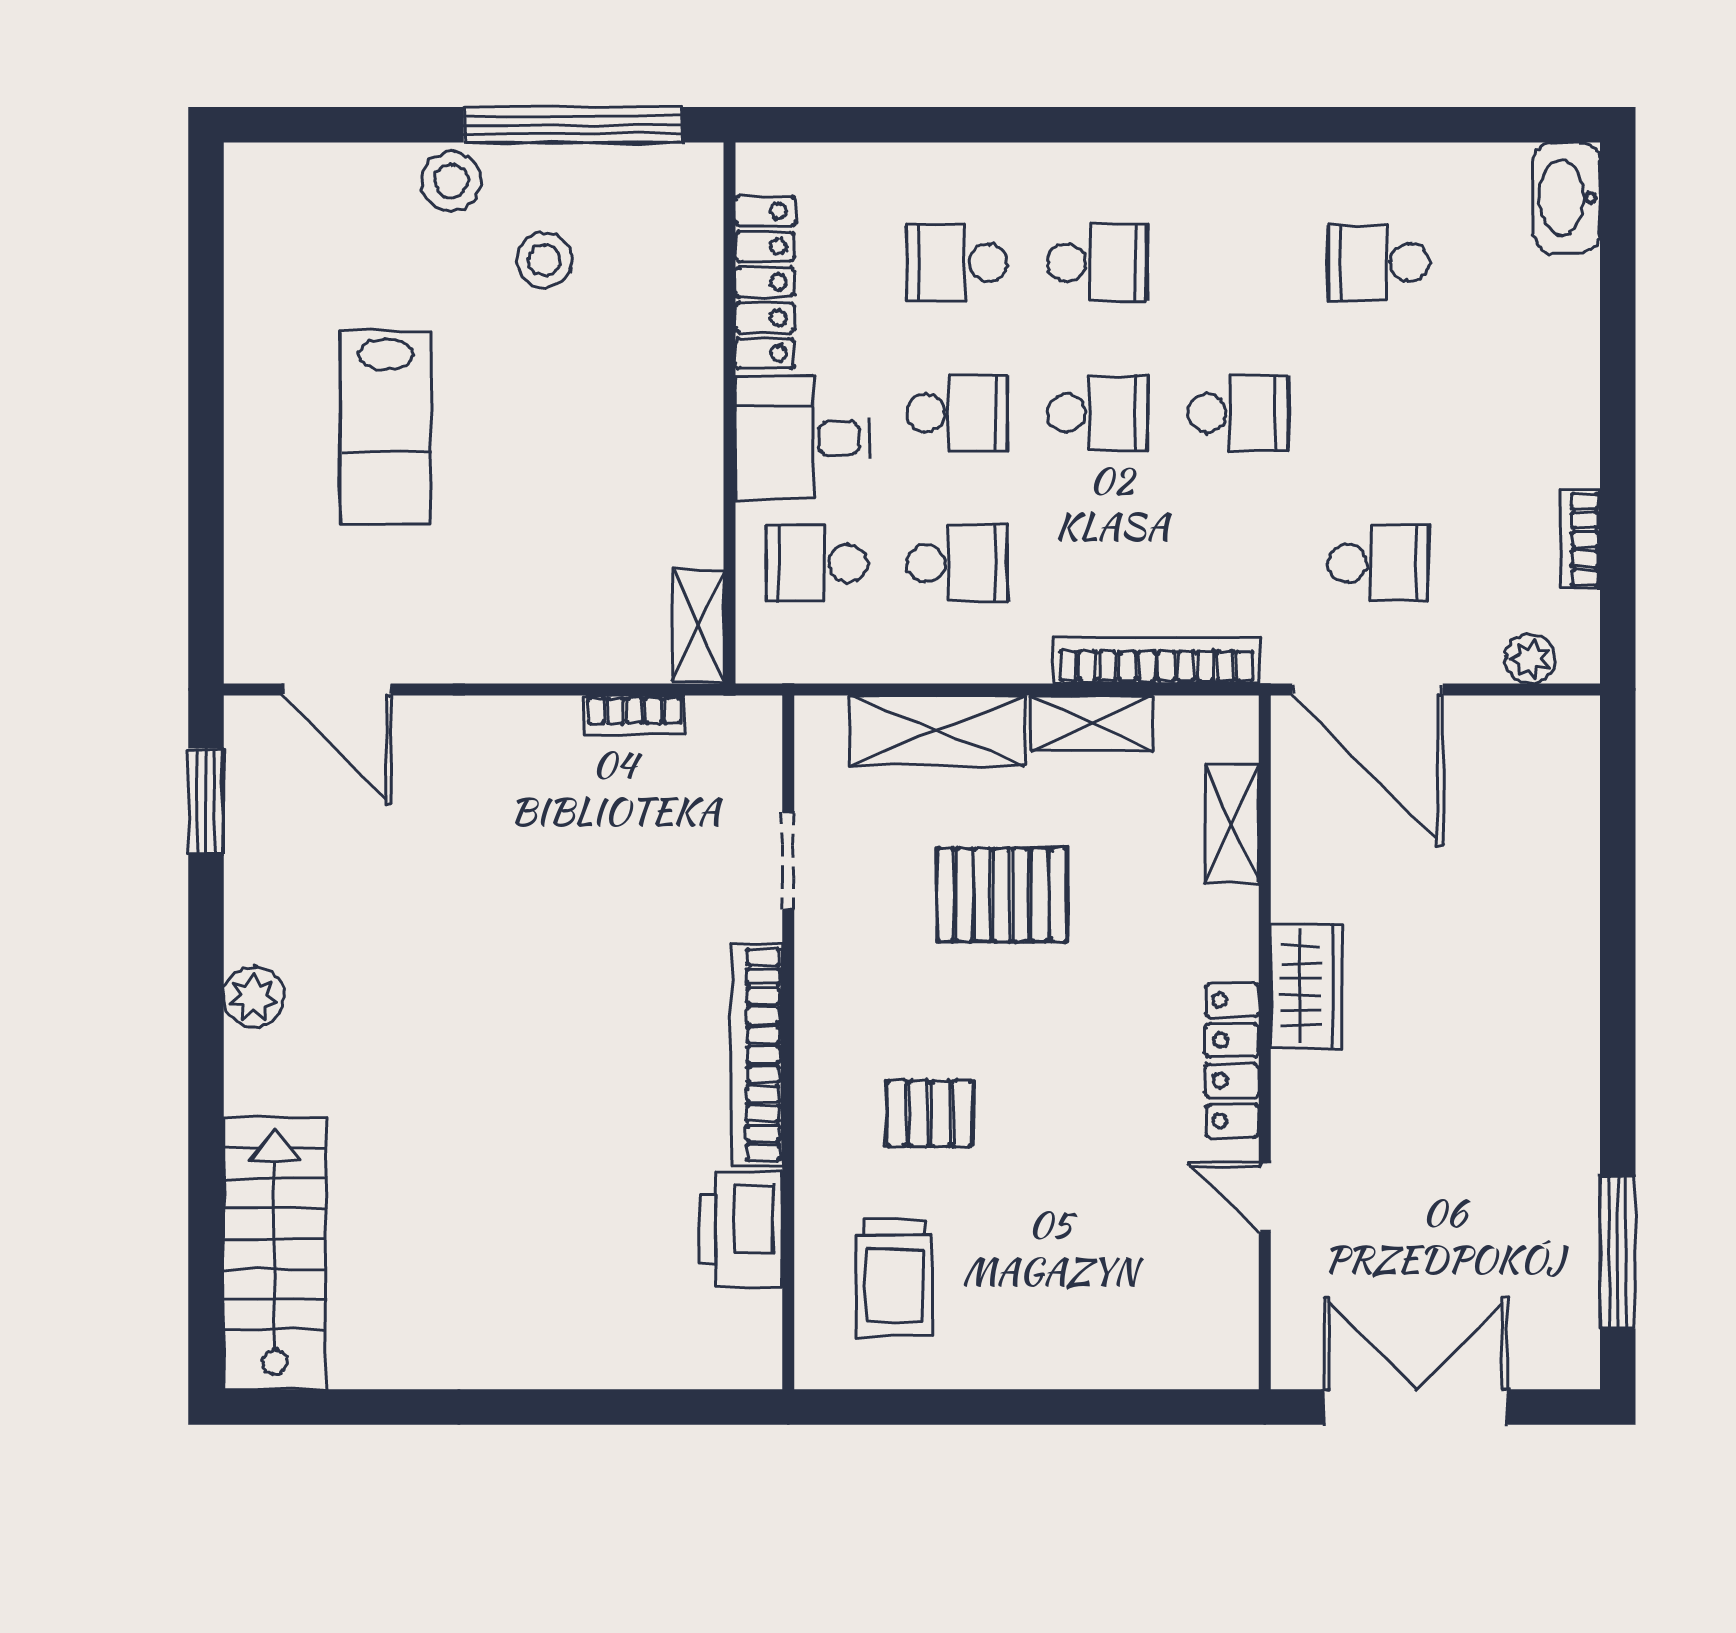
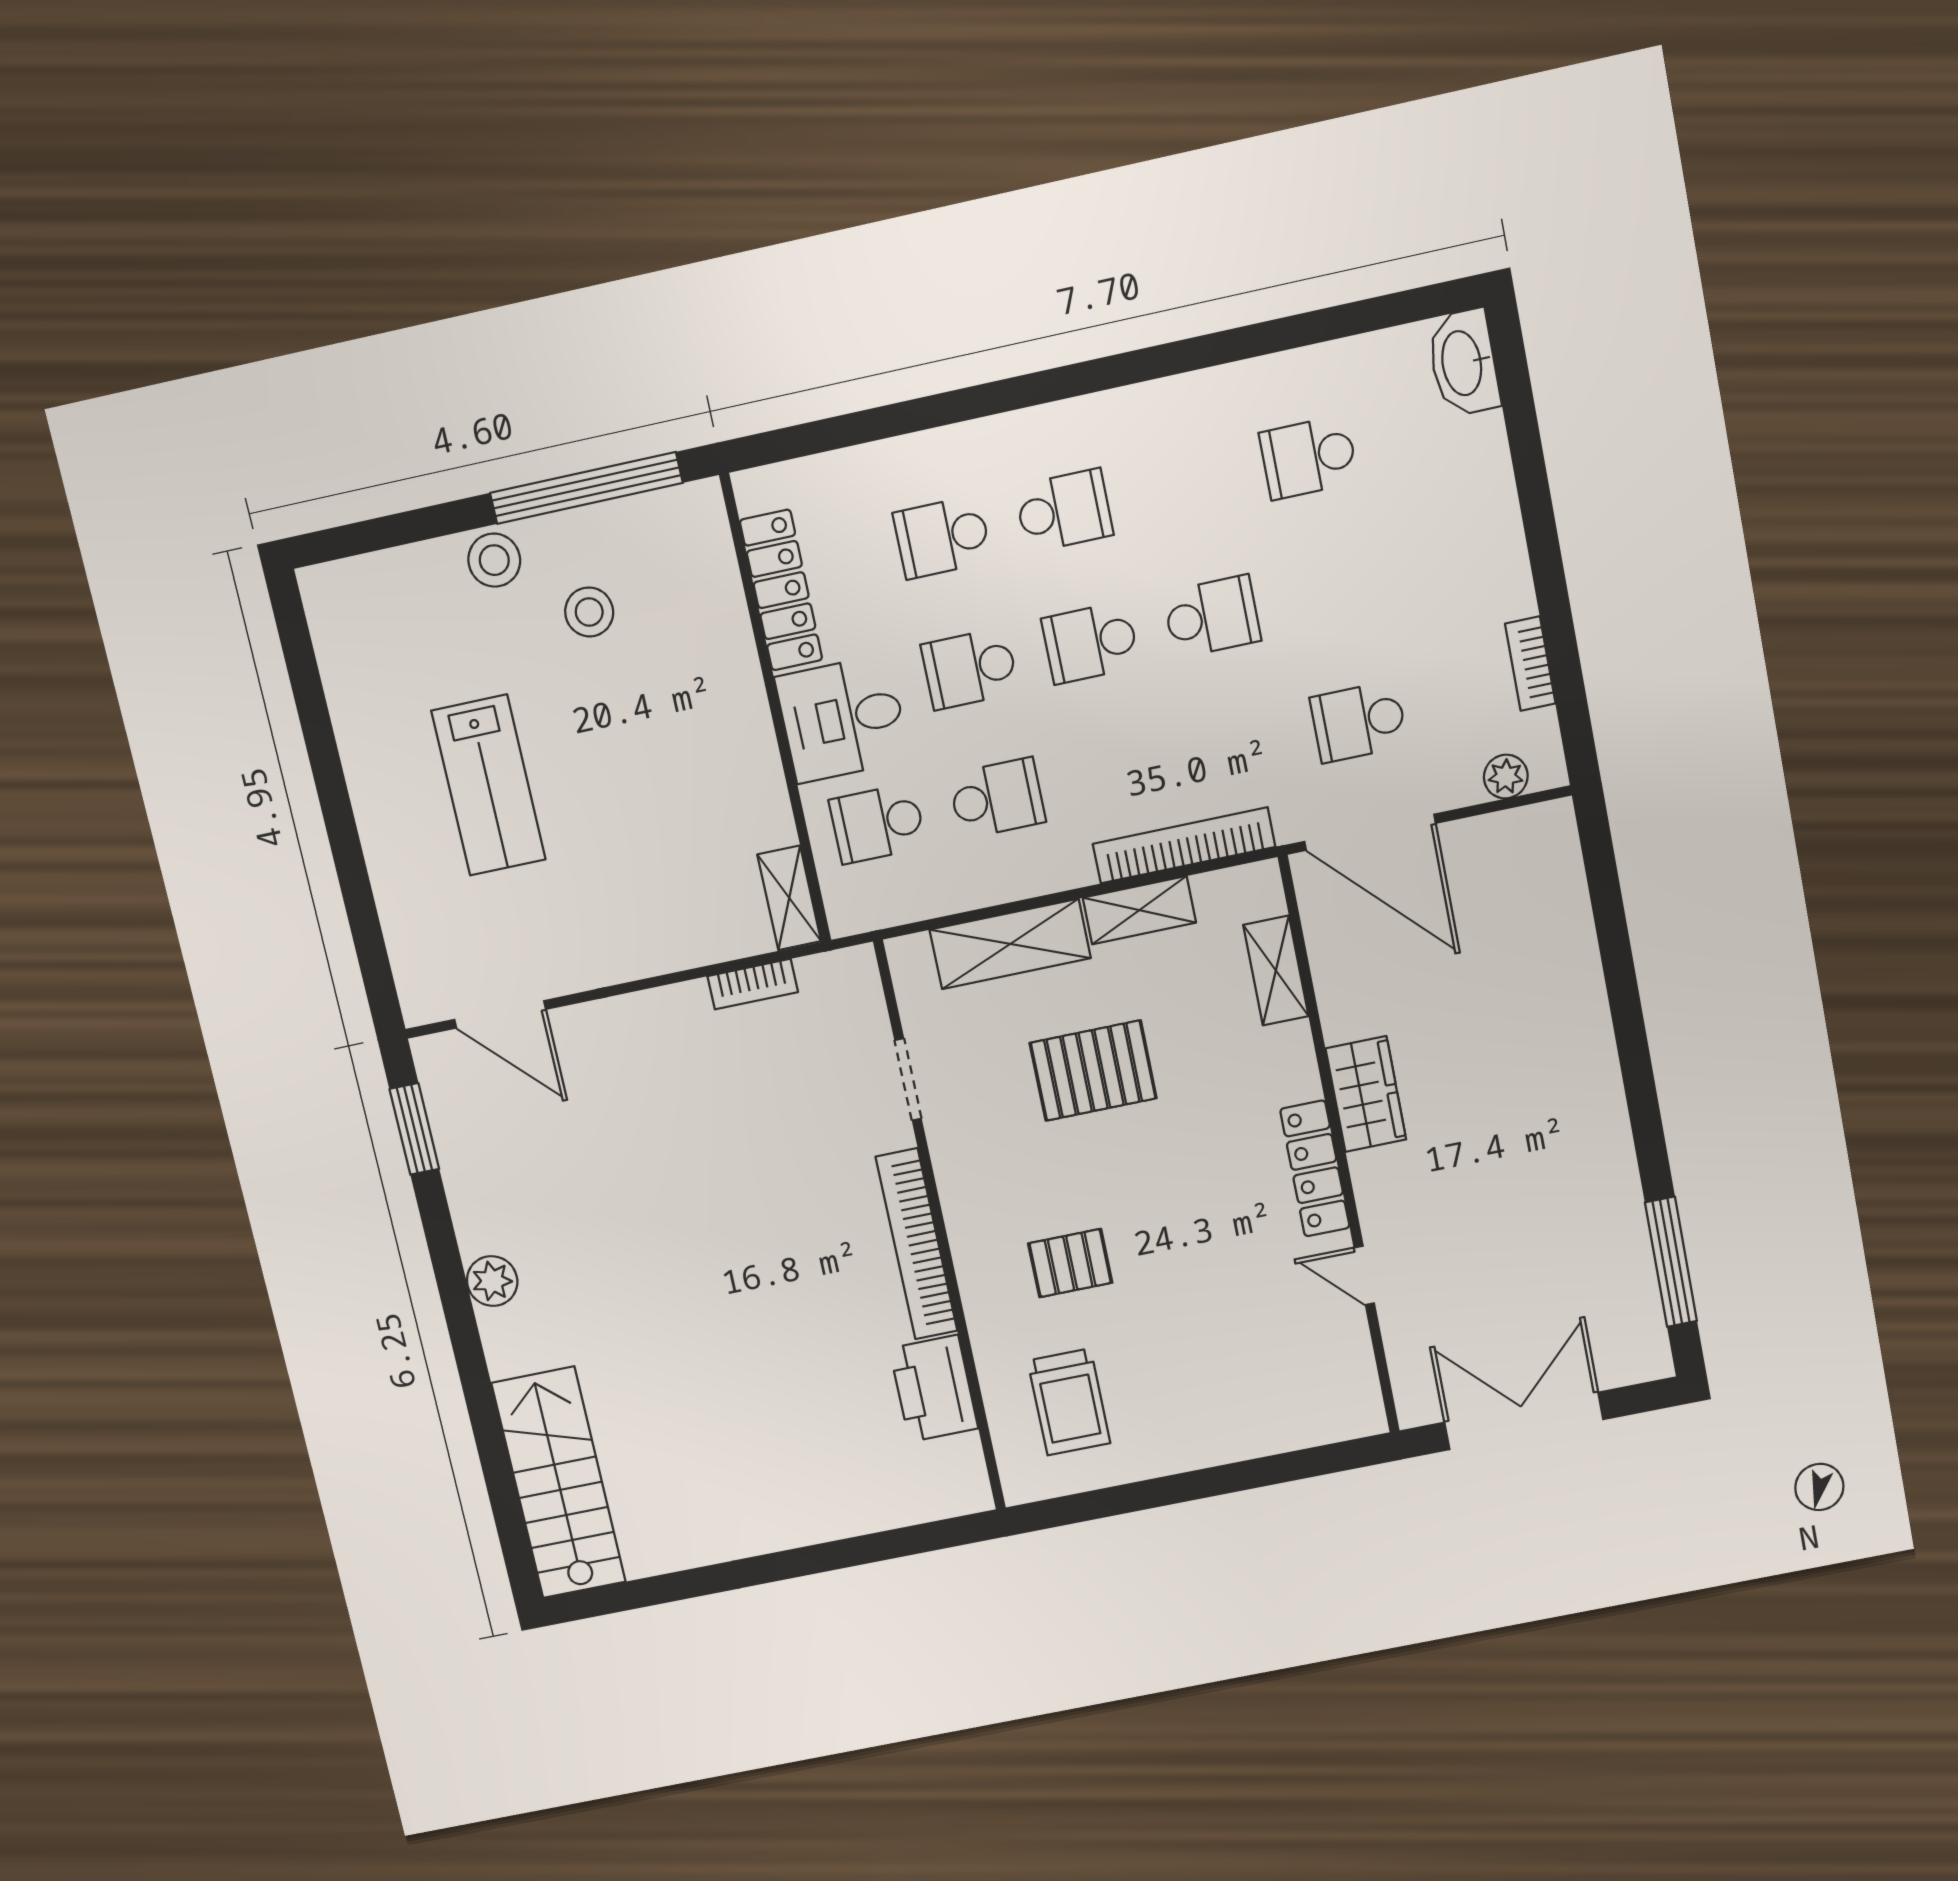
school desk: (957, 413) -> (970, 669), turned 180
school desk: (1097, 413) -> (1091, 643), turned 180
school desk: (1378, 563) -> (1359, 722), turned 180

